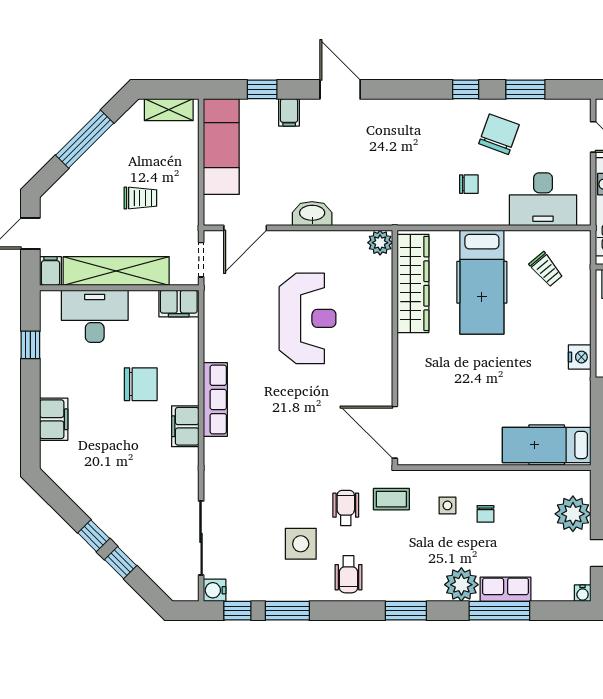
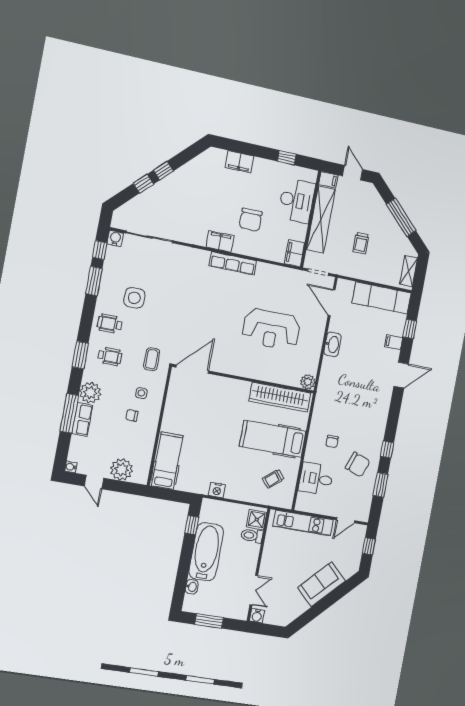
desk: (543, 199) -> (316, 479), width x0.73
wheelchair: (346, 508) -> (110, 356), moved

